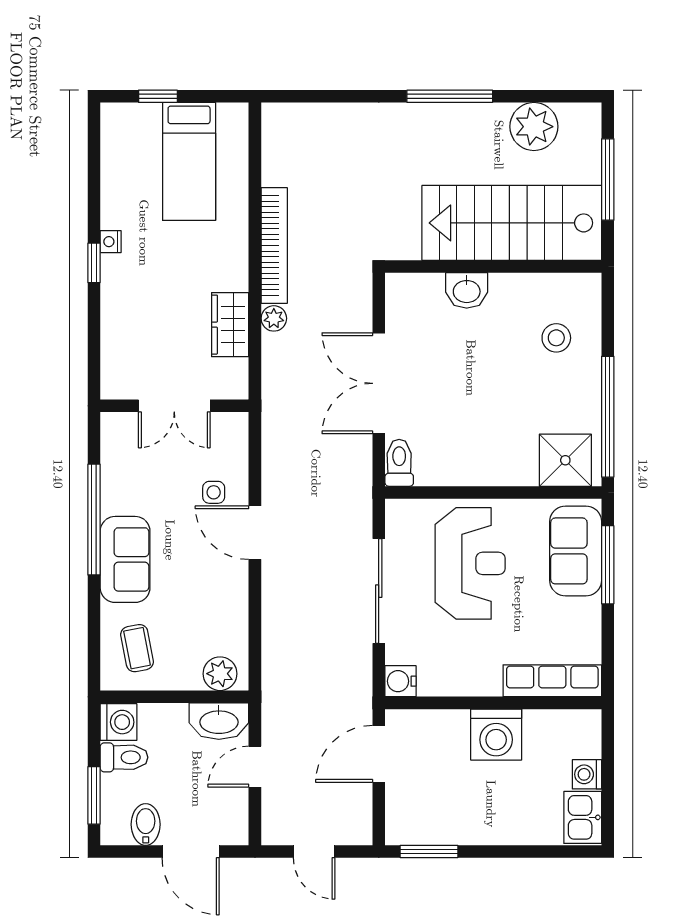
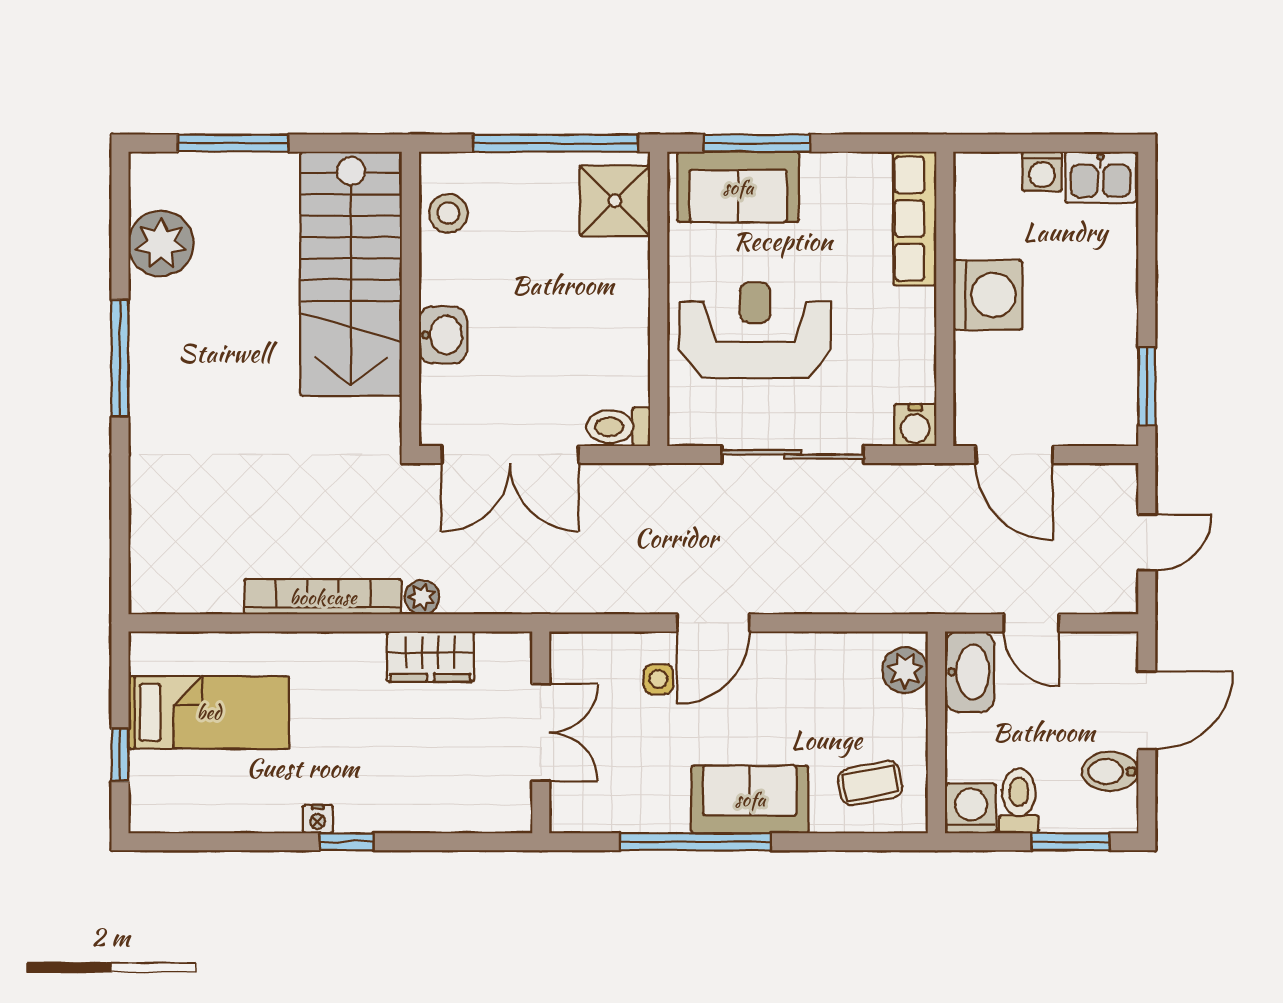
stairs: (512, 223) -> (351, 274), moved
wall: (493, 267) -> (410, 299), moved
washbasin: (467, 290) -> (443, 335), moved

